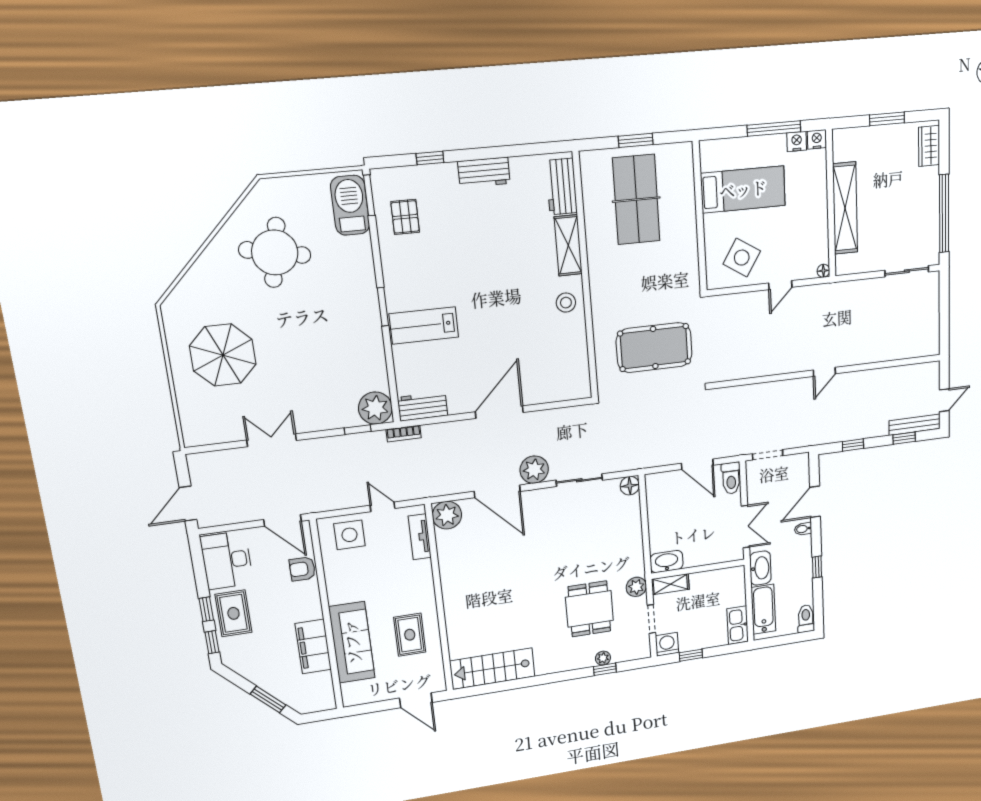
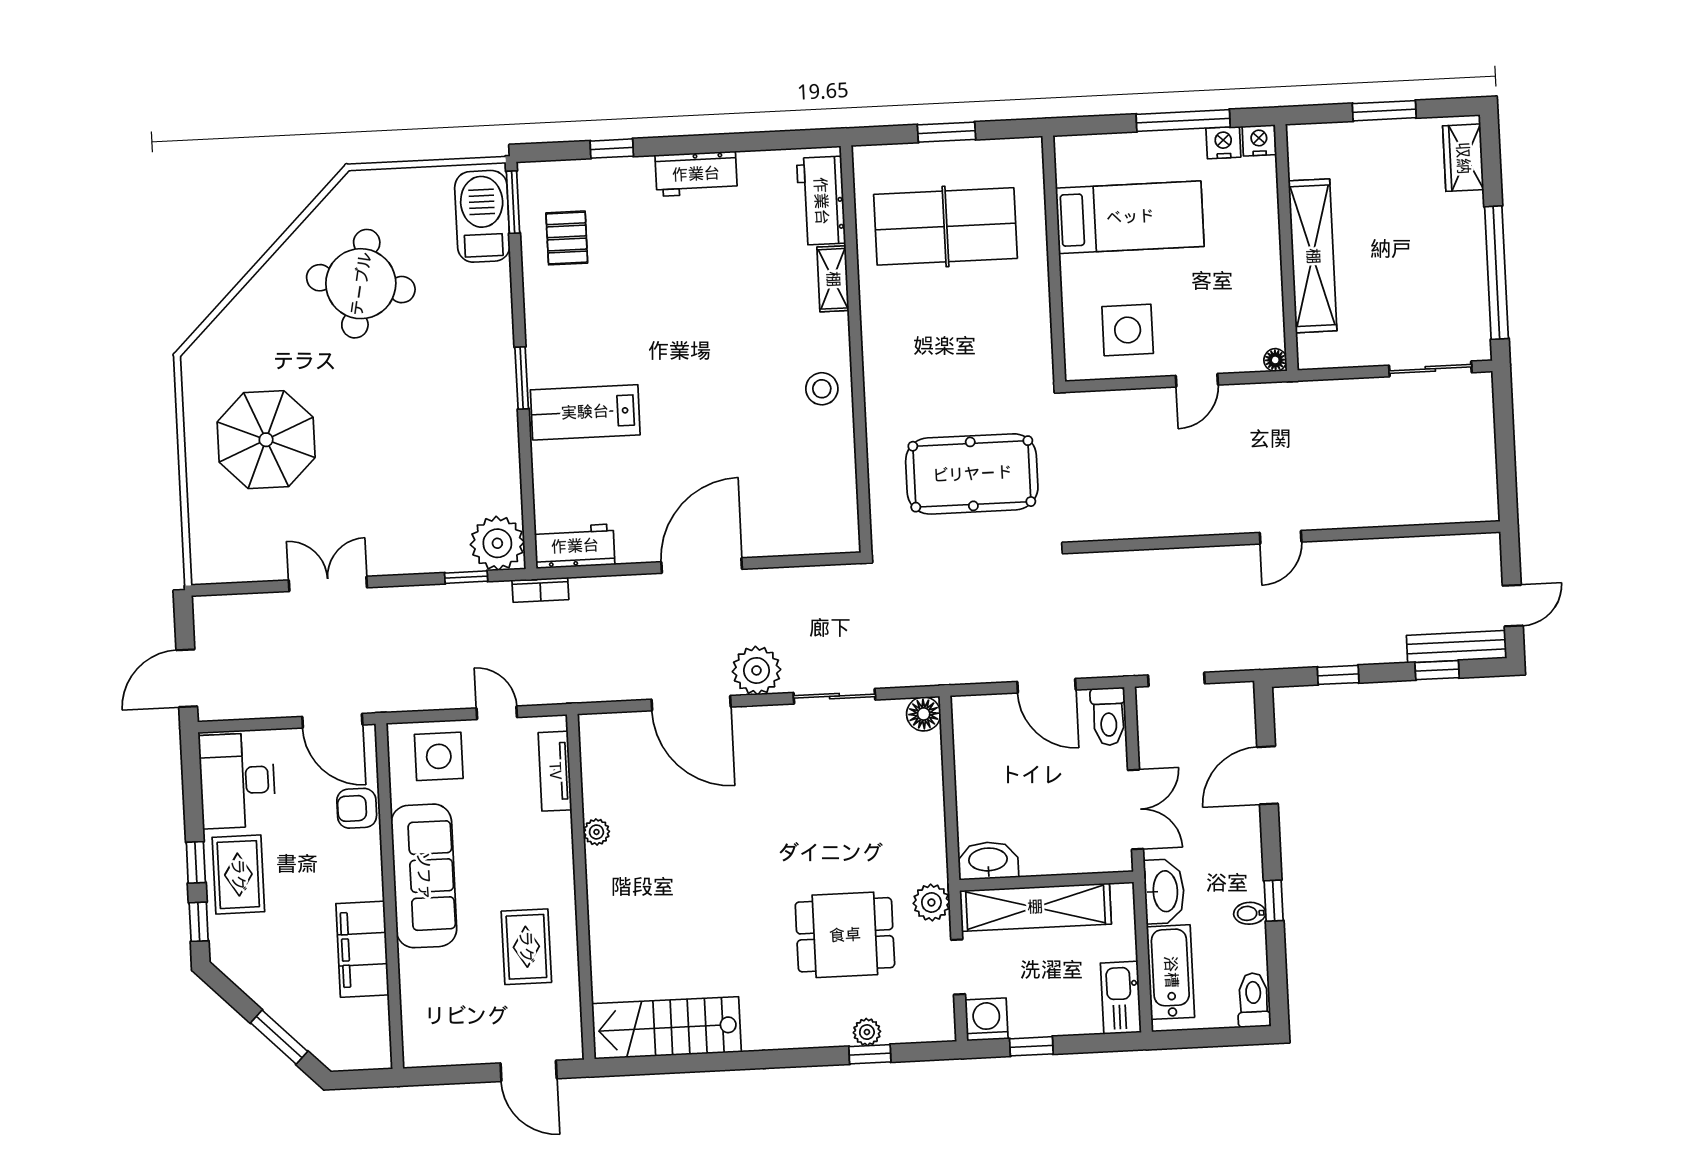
table tennis table: (636, 200) -> (946, 226), turned 90
shelving: (568, 245) -> (833, 279), width x0.67, depth x0.75
side table: (742, 258) -> (1128, 330), turned -32
plant: (447, 515) -> (596, 832), moved, width x0.53, depth x0.53
bidet: (803, 529) -> (1250, 913), moved
shelving: (670, 584) -> (1035, 907), width x2.20, depth x1.33
dining table: (589, 609) -> (845, 935), turned 90
sofa: (352, 642) -> (424, 876), moved

